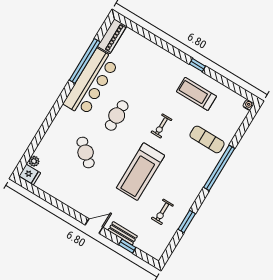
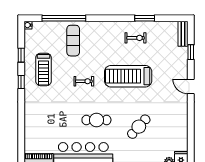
window: (223, 81) -> (21, 55), added
window: (219, 168) -> (64, 18), moved
treadmill: (140, 172) -> (128, 76), turned 180
exercise bike: (162, 212) -> (136, 38), moved
bench: (123, 233) -> (183, 34), moved

